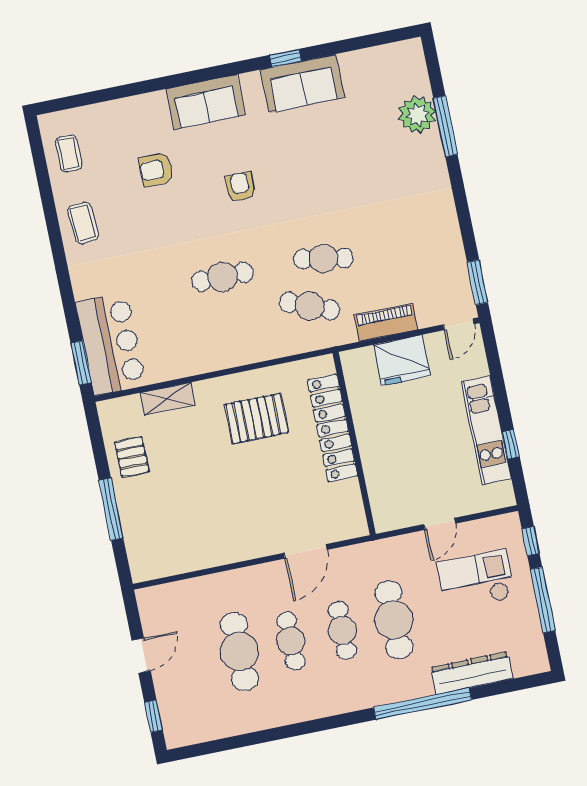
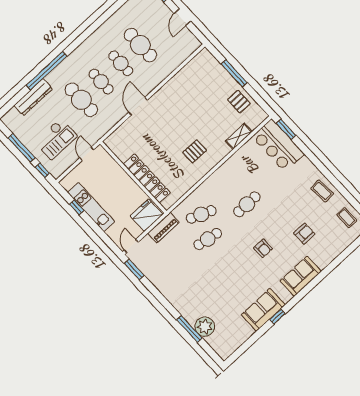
pallet: (257, 418) -> (195, 151), width x0.67, depth x0.71
locker: (333, 428) -> (147, 178), moved
wall: (354, 444) -> (133, 177), moved

